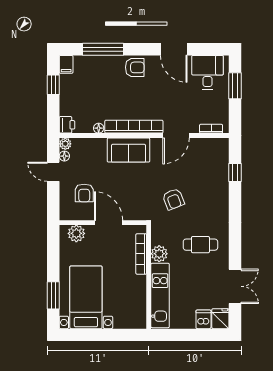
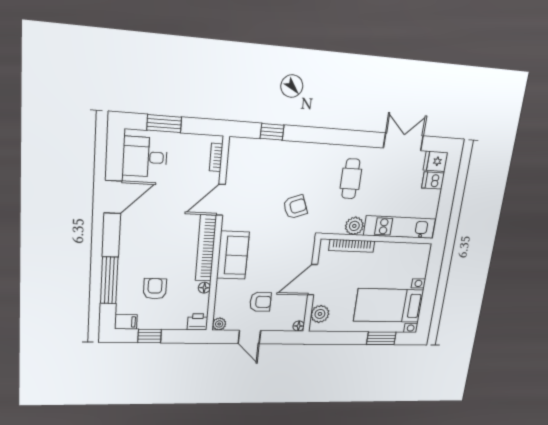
armchair: (135, 67) -> (155, 289), moved
door: (176, 136) -> (221, 200), swing flipped
floor lamp: (64, 156) -> (299, 326), moved
door: (53, 172) -> (249, 337), hinge flipped
armchair: (84, 193) -> (260, 302), moved

